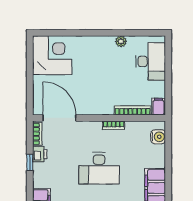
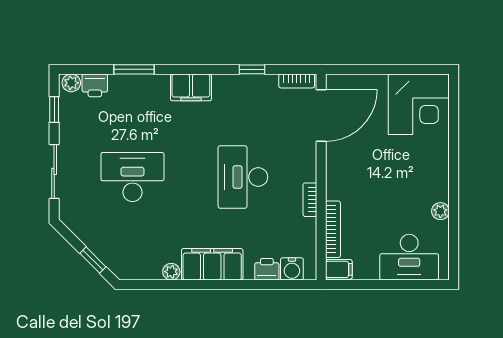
printer: (40, 154) -> (267, 269), moved, turned 180

